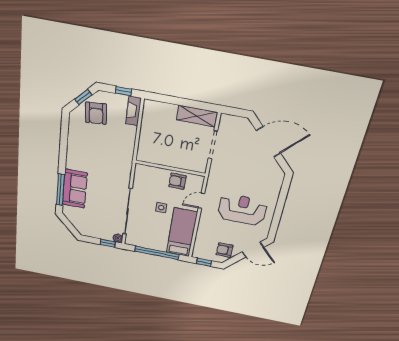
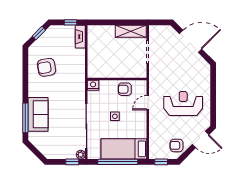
armchair: (96, 113) -> (46, 67), moved, turned 85
nightstand: (141, 170) -> (93, 85), added
bed: (182, 232) -> (124, 149), moved, turned -90

